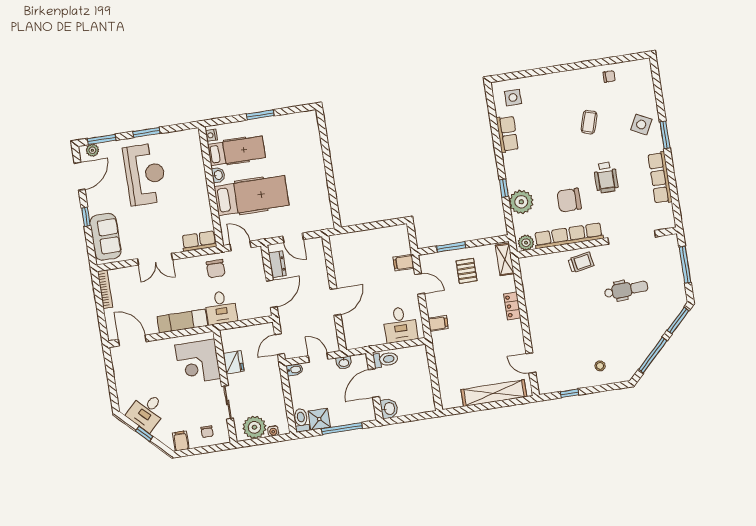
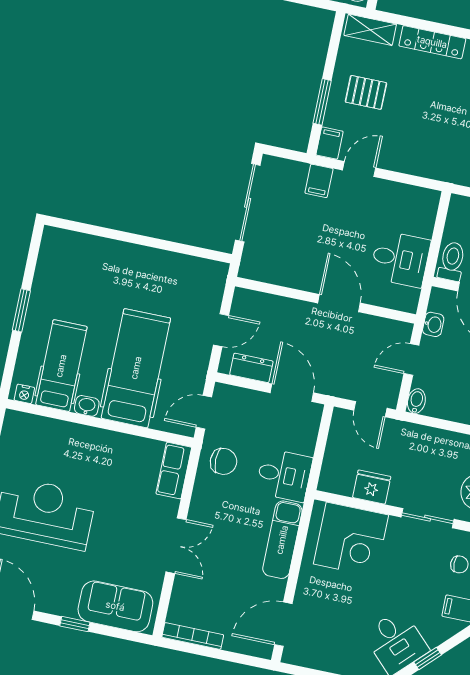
sliding door: (375, 225) -> (248, 203), added
locker: (512, 306) -> (432, 42), width x1.53
filing cabinet: (438, 323) -> (330, 143), moved
desk: (400, 325) -> (400, 259), moved

